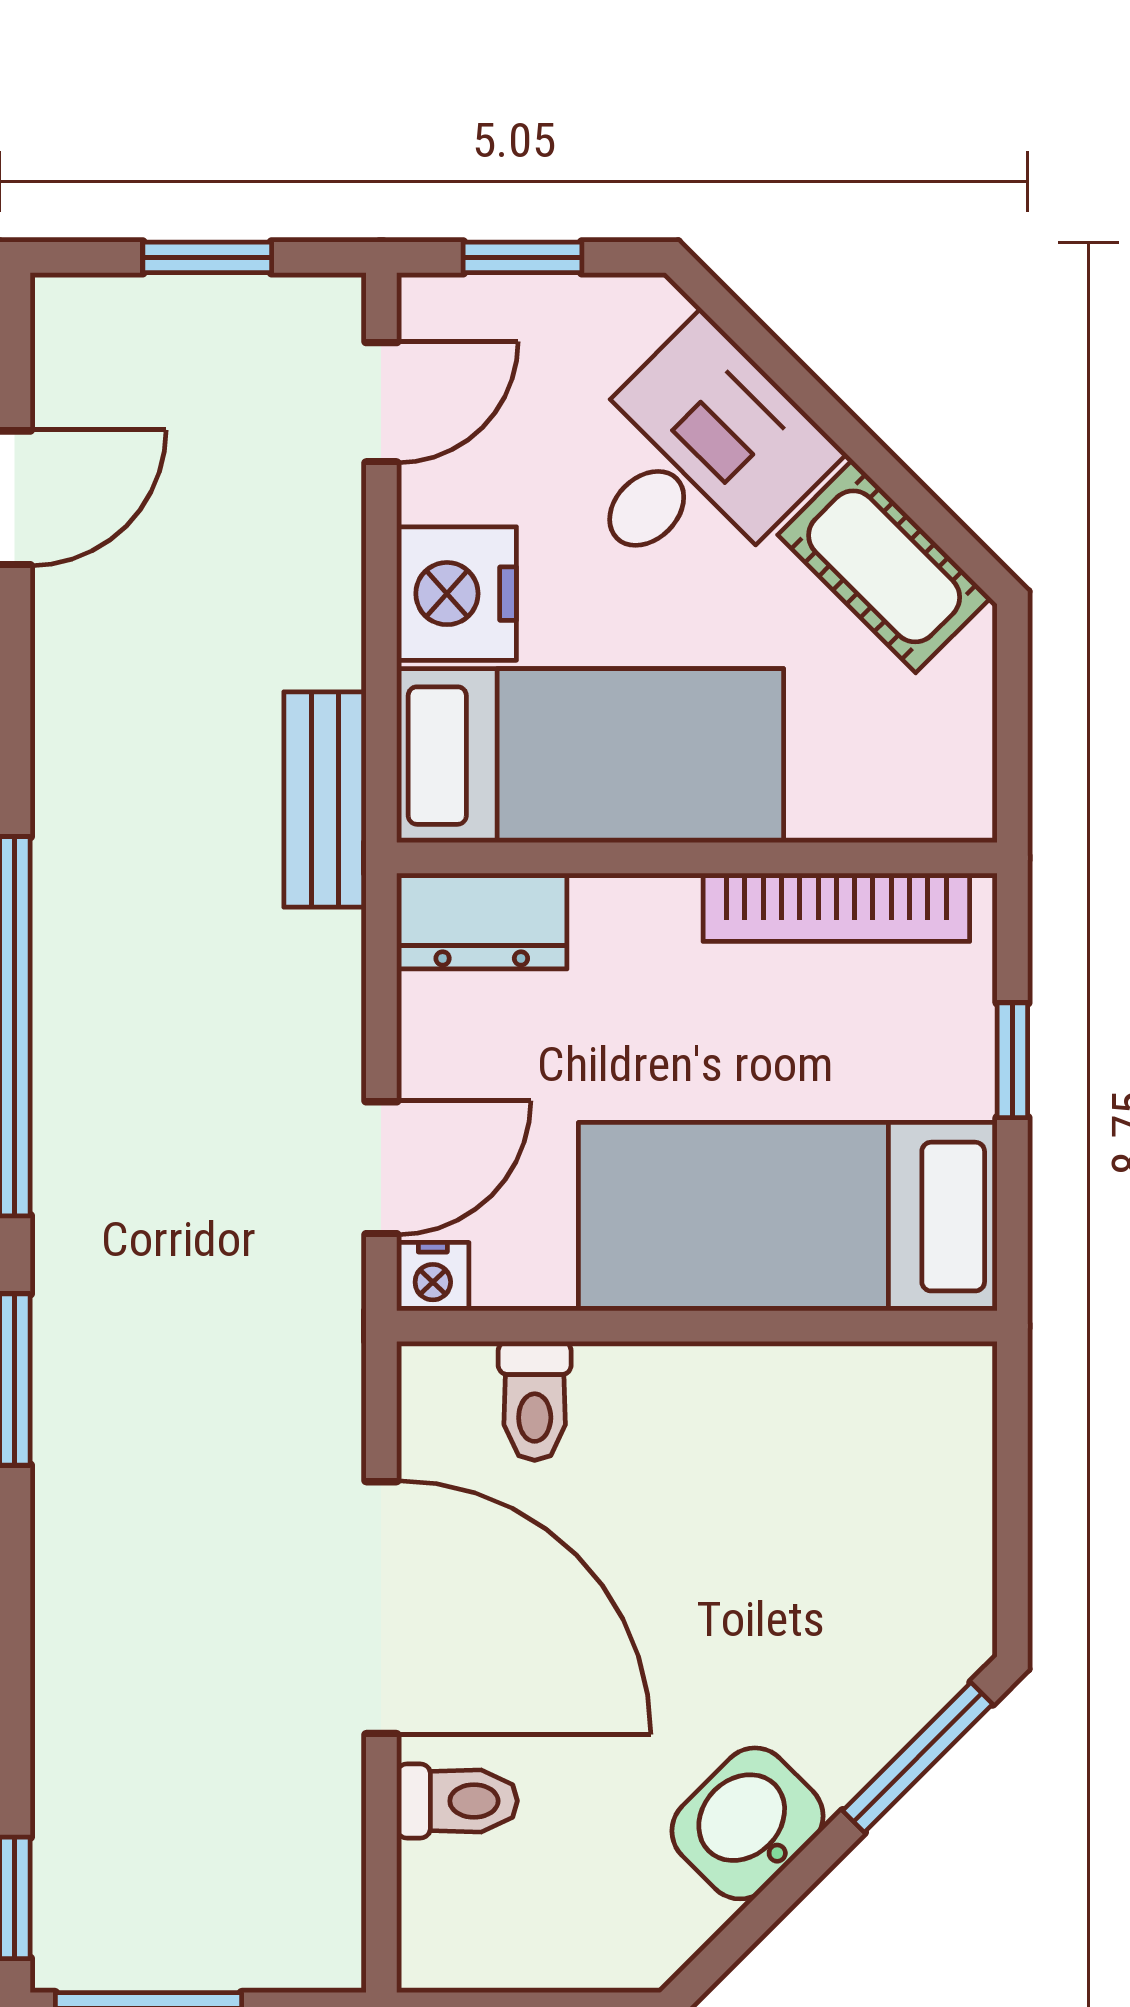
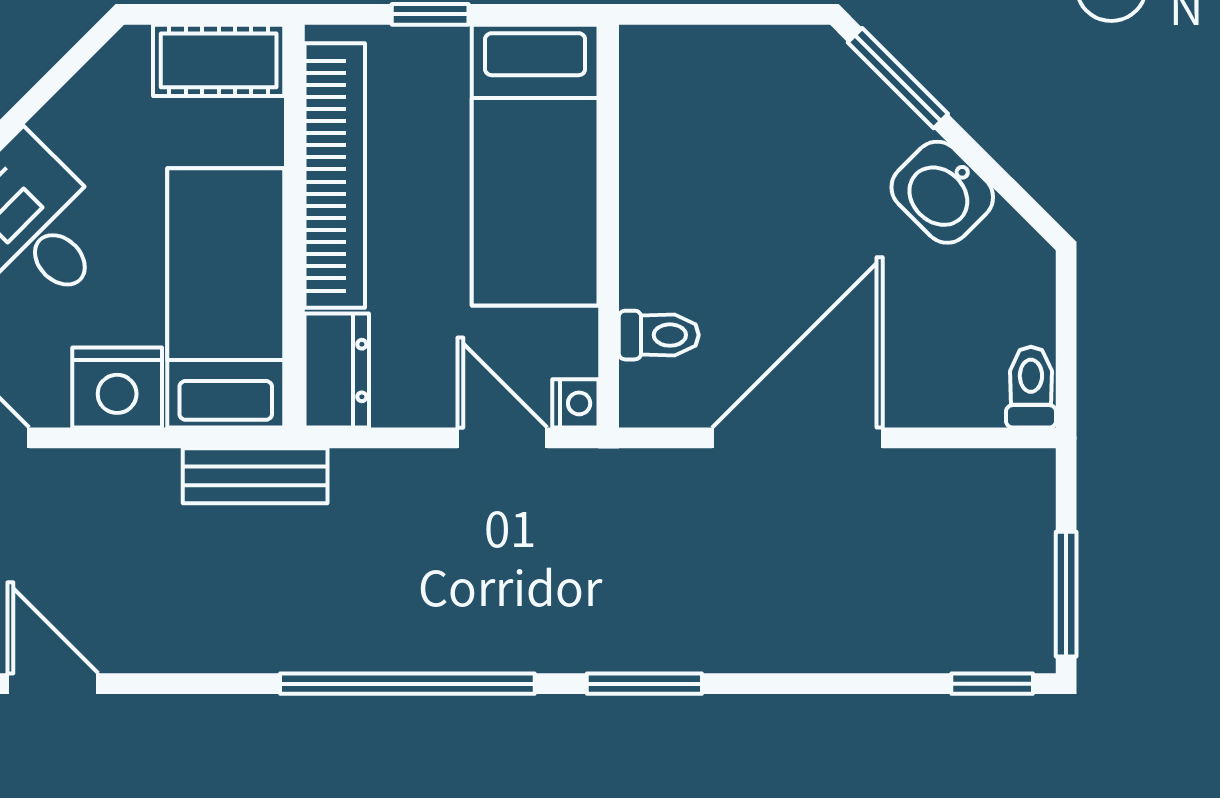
cot: (884, 566) -> (219, 60), moved, turned 45
bookcase: (836, 907) -> (335, 176), width x1.48, depth x1.31
toilet: (457, 1801) -> (1031, 387), moved

